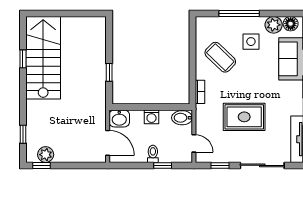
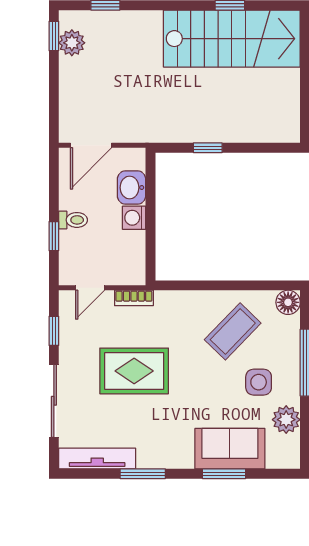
floor lamp: (291, 24) -> (288, 302), moved
bookcase: (200, 92) -> (134, 298), moved
rug: (244, 117) -> (134, 371), turned 90
washbasin: (119, 118) -> (132, 188), moved
bidet: (182, 118) -> (133, 268), removed

